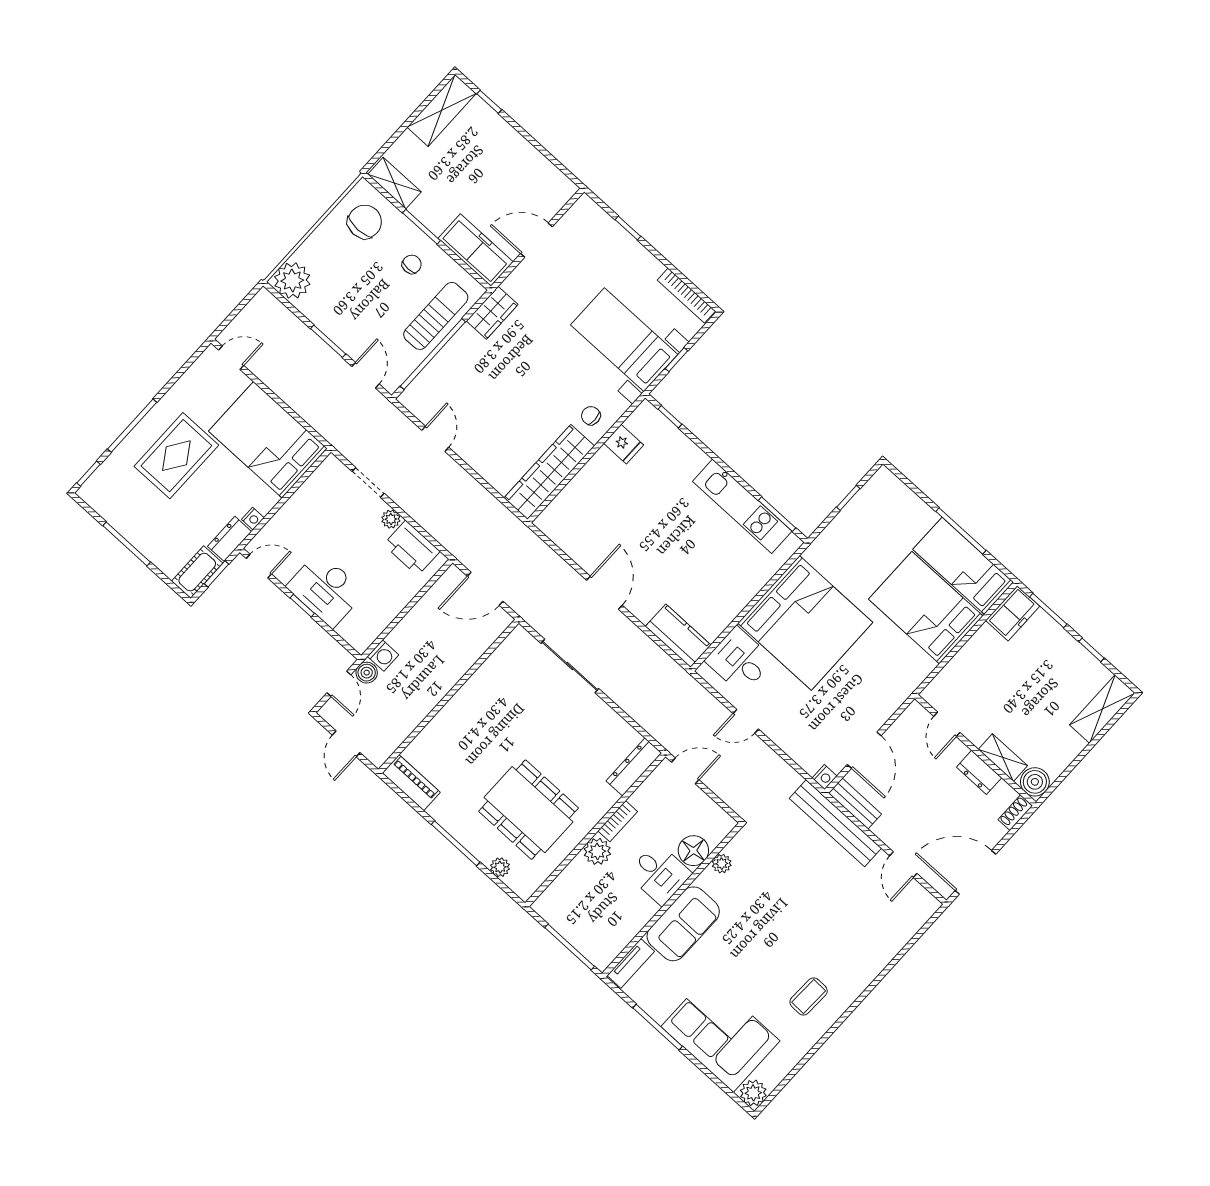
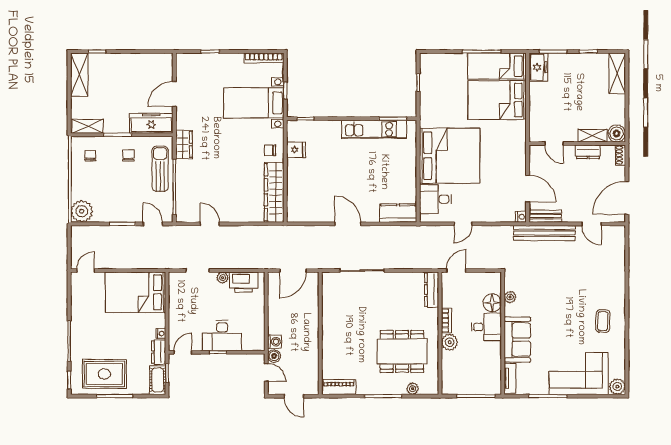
chair: (365, 222) -> (90, 156), width x0.54, depth x0.54
rug: (176, 456) -> (104, 374), moved, turned 90

